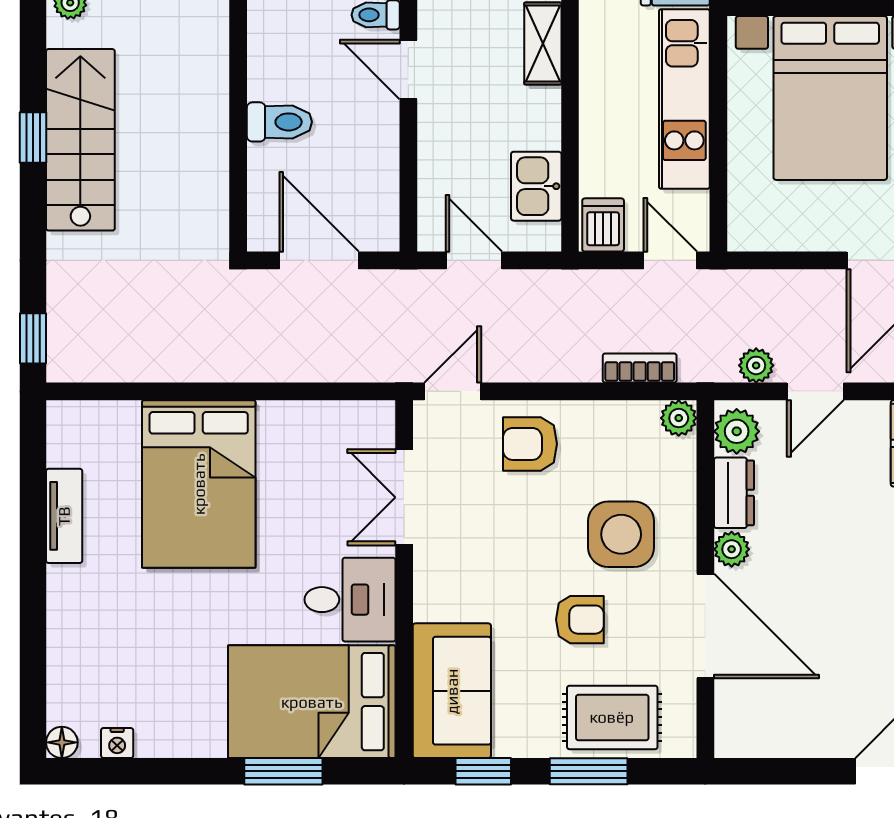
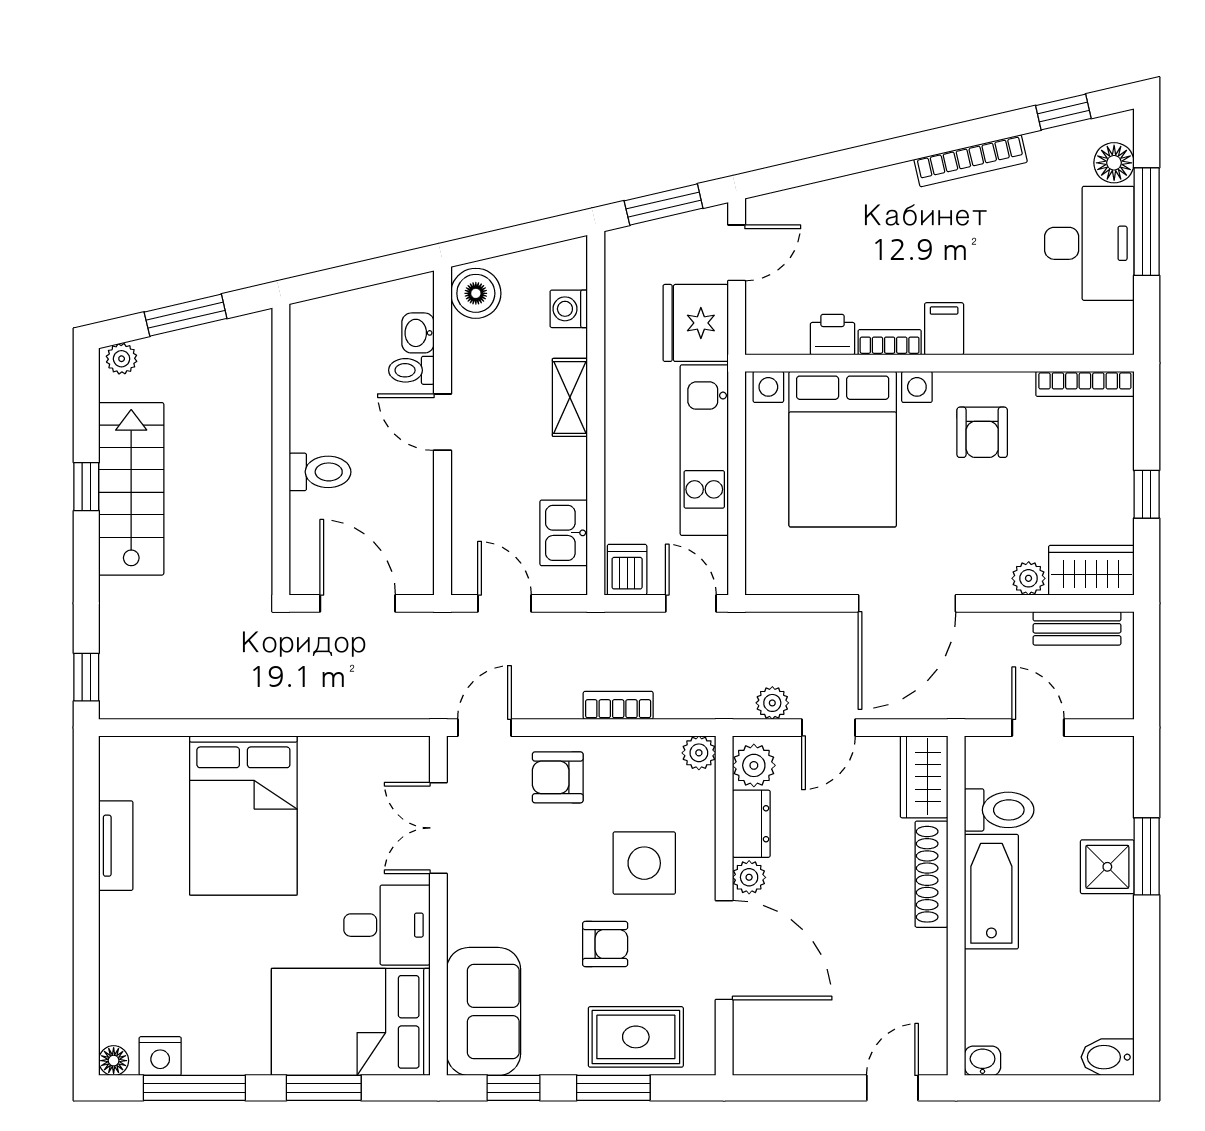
bookcase: (640, 368) -> (618, 705), moved
nightstand: (117, 743) -> (160, 1056), width x1.39, depth x1.35
window: (147, 771) -> (194, 1088), added

